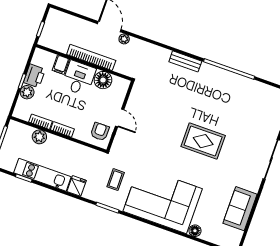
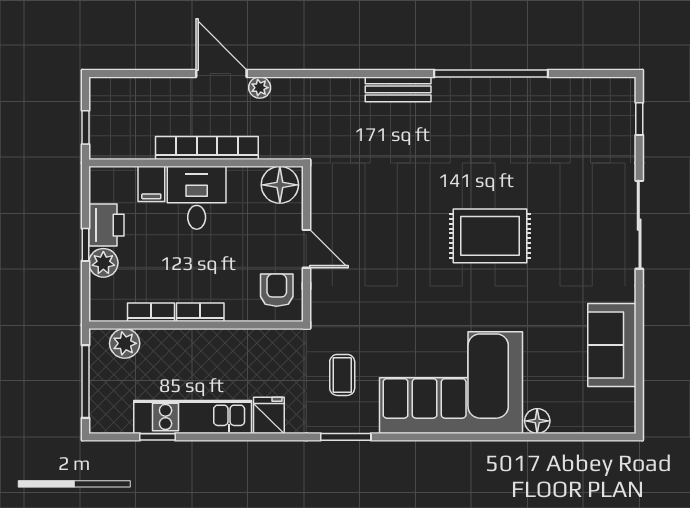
floor lamp: (103, 80) -> (280, 185), moved
plant: (39, 137) -> (125, 343), moved

